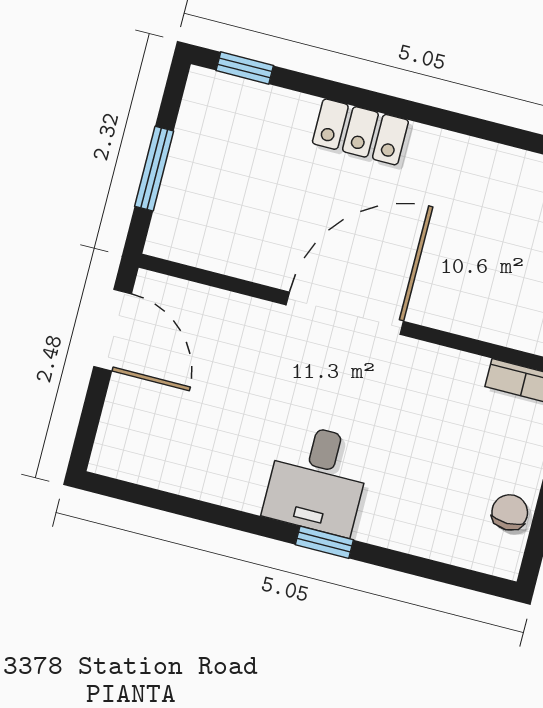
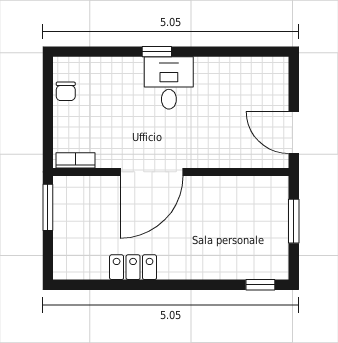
locker: (360, 132) -> (133, 267), moved
door: (345, 313) -> (152, 172), moved

